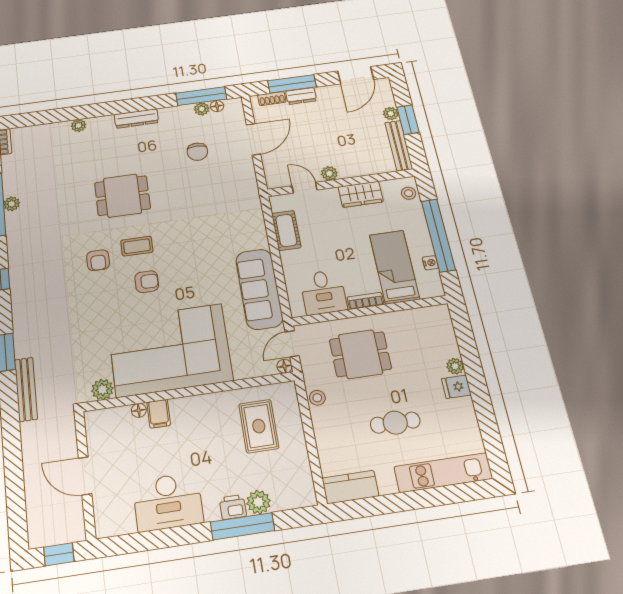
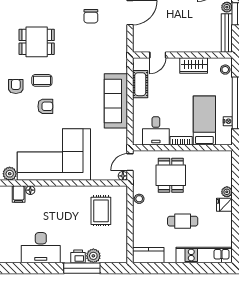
plant: (329, 173) -> (176, 47), removed
door: (305, 188) -> (158, 55), swing flipped
armchair: (98, 260) -> (16, 86), turned 180
sofa: (259, 289) -> (116, 101), moved
dining table: (360, 354) -> (171, 175), turned 90
filing cabinet: (159, 414) -> (19, 194), moved

